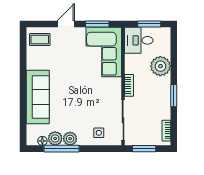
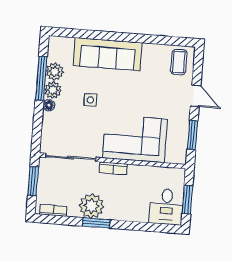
desk: (139, 40) -> (166, 207), moved, turned 180
corner sofa: (104, 52) -> (135, 139), moved
plant: (160, 66) -> (92, 206), moved
side table: (99, 133) -> (90, 100), moved
floor lamp: (42, 141) -> (49, 105), moved

